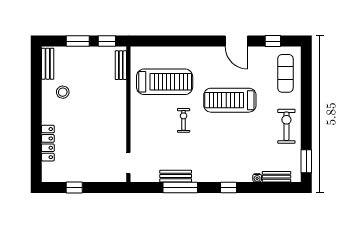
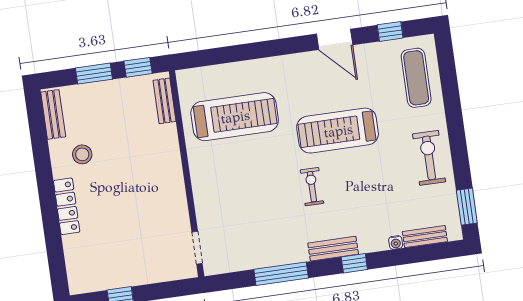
exercise bike: (184, 120) -> (312, 187), moved
locker: (48, 143) -> (67, 206), moved
bench: (176, 176) -> (333, 249), moved

